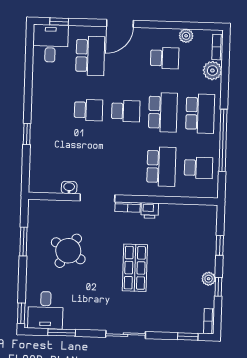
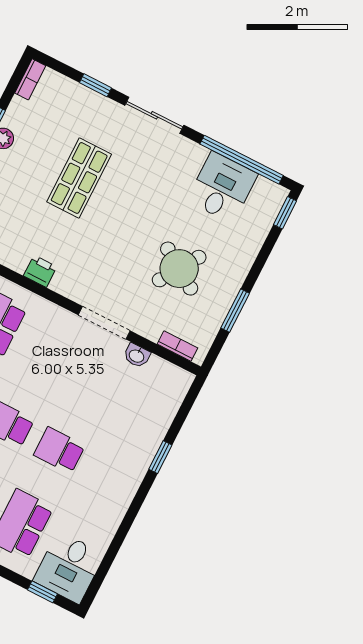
bookcase: (128, 207) -> (177, 346), moved
shop shelf: (135, 268) -> (79, 178), moved
desk: (45, 310) -> (222, 187), moved
window: (62, 333) -> (242, 160), width x2.11
window: (188, 337) -> (96, 85), moved

